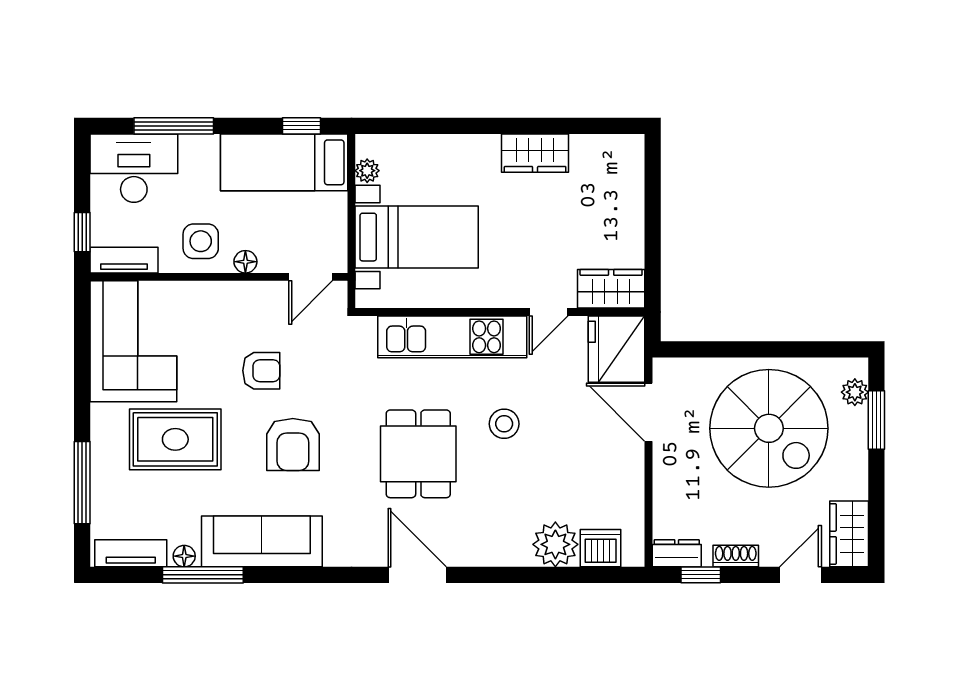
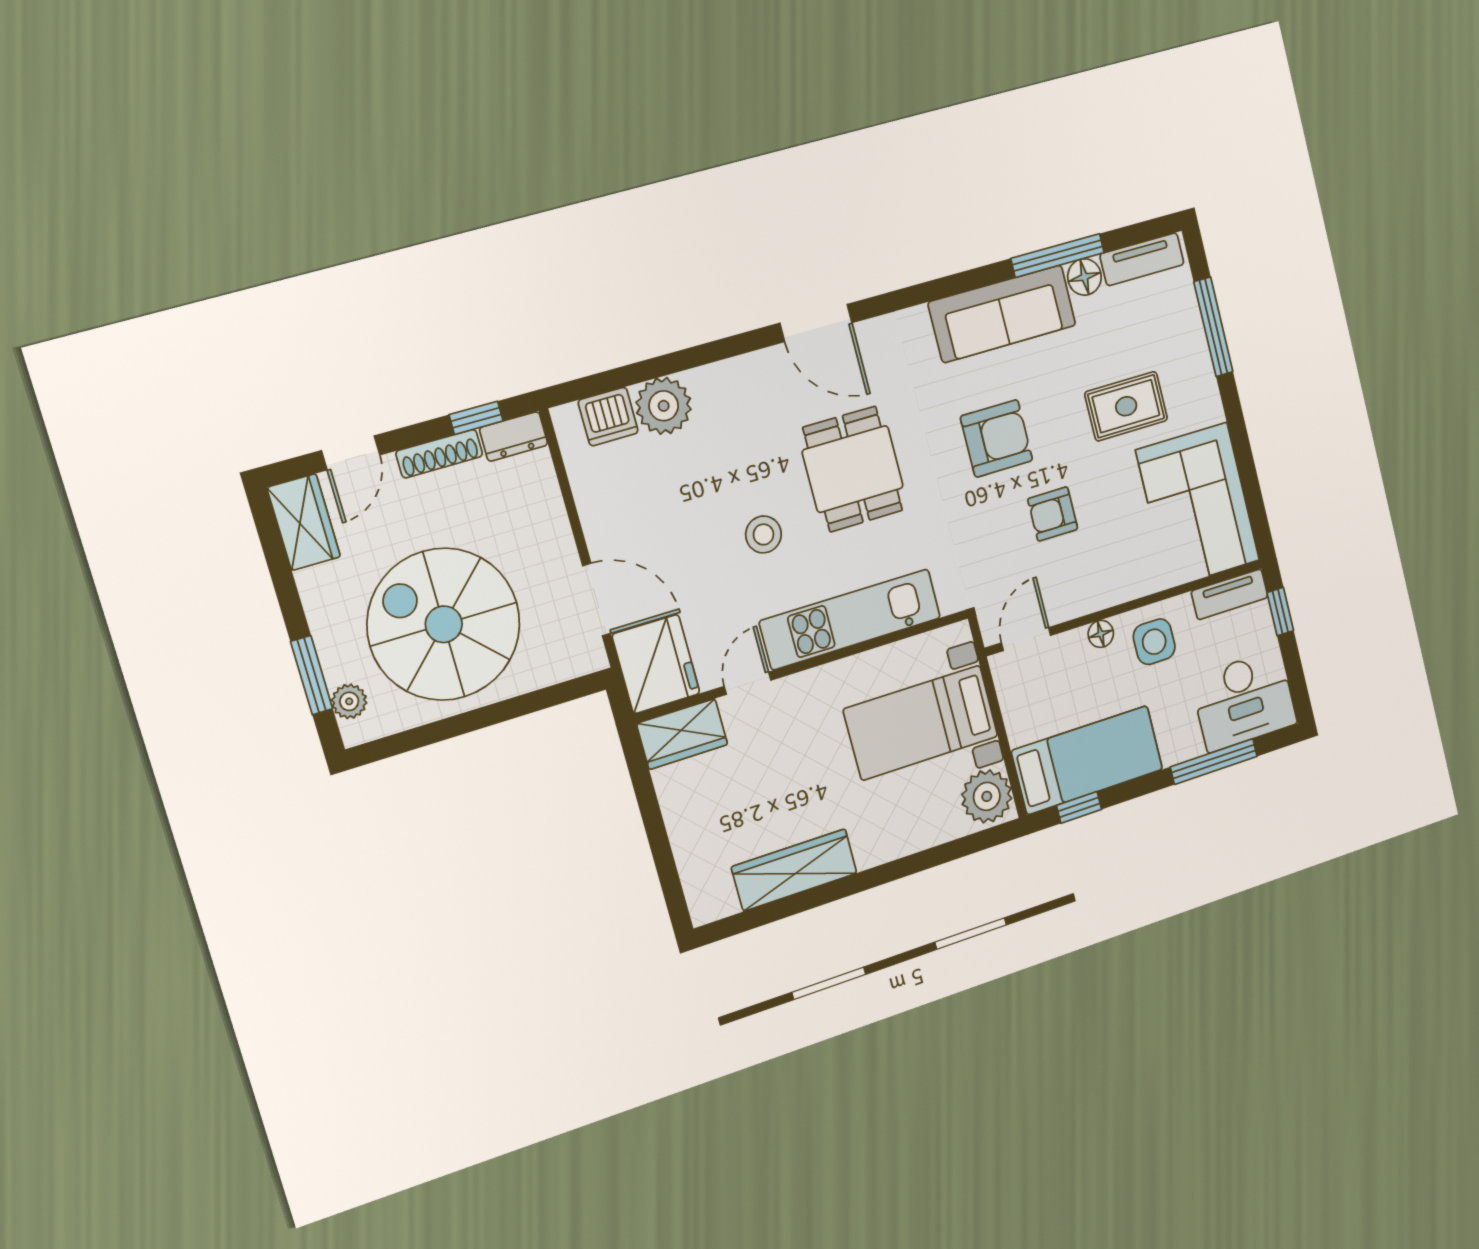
wardrobe: (535, 153) -> (794, 870), width x1.50
plant: (367, 171) -> (987, 796), width x1.88, depth x1.88
rug: (175, 439) -> (1126, 406), width x0.73, depth x0.70
armchair: (293, 444) -> (996, 438), turned 90
floor lamp: (184, 556) -> (1084, 277), width x1.37, depth x1.37
shoe rack: (736, 556) -> (439, 454), width x1.43

